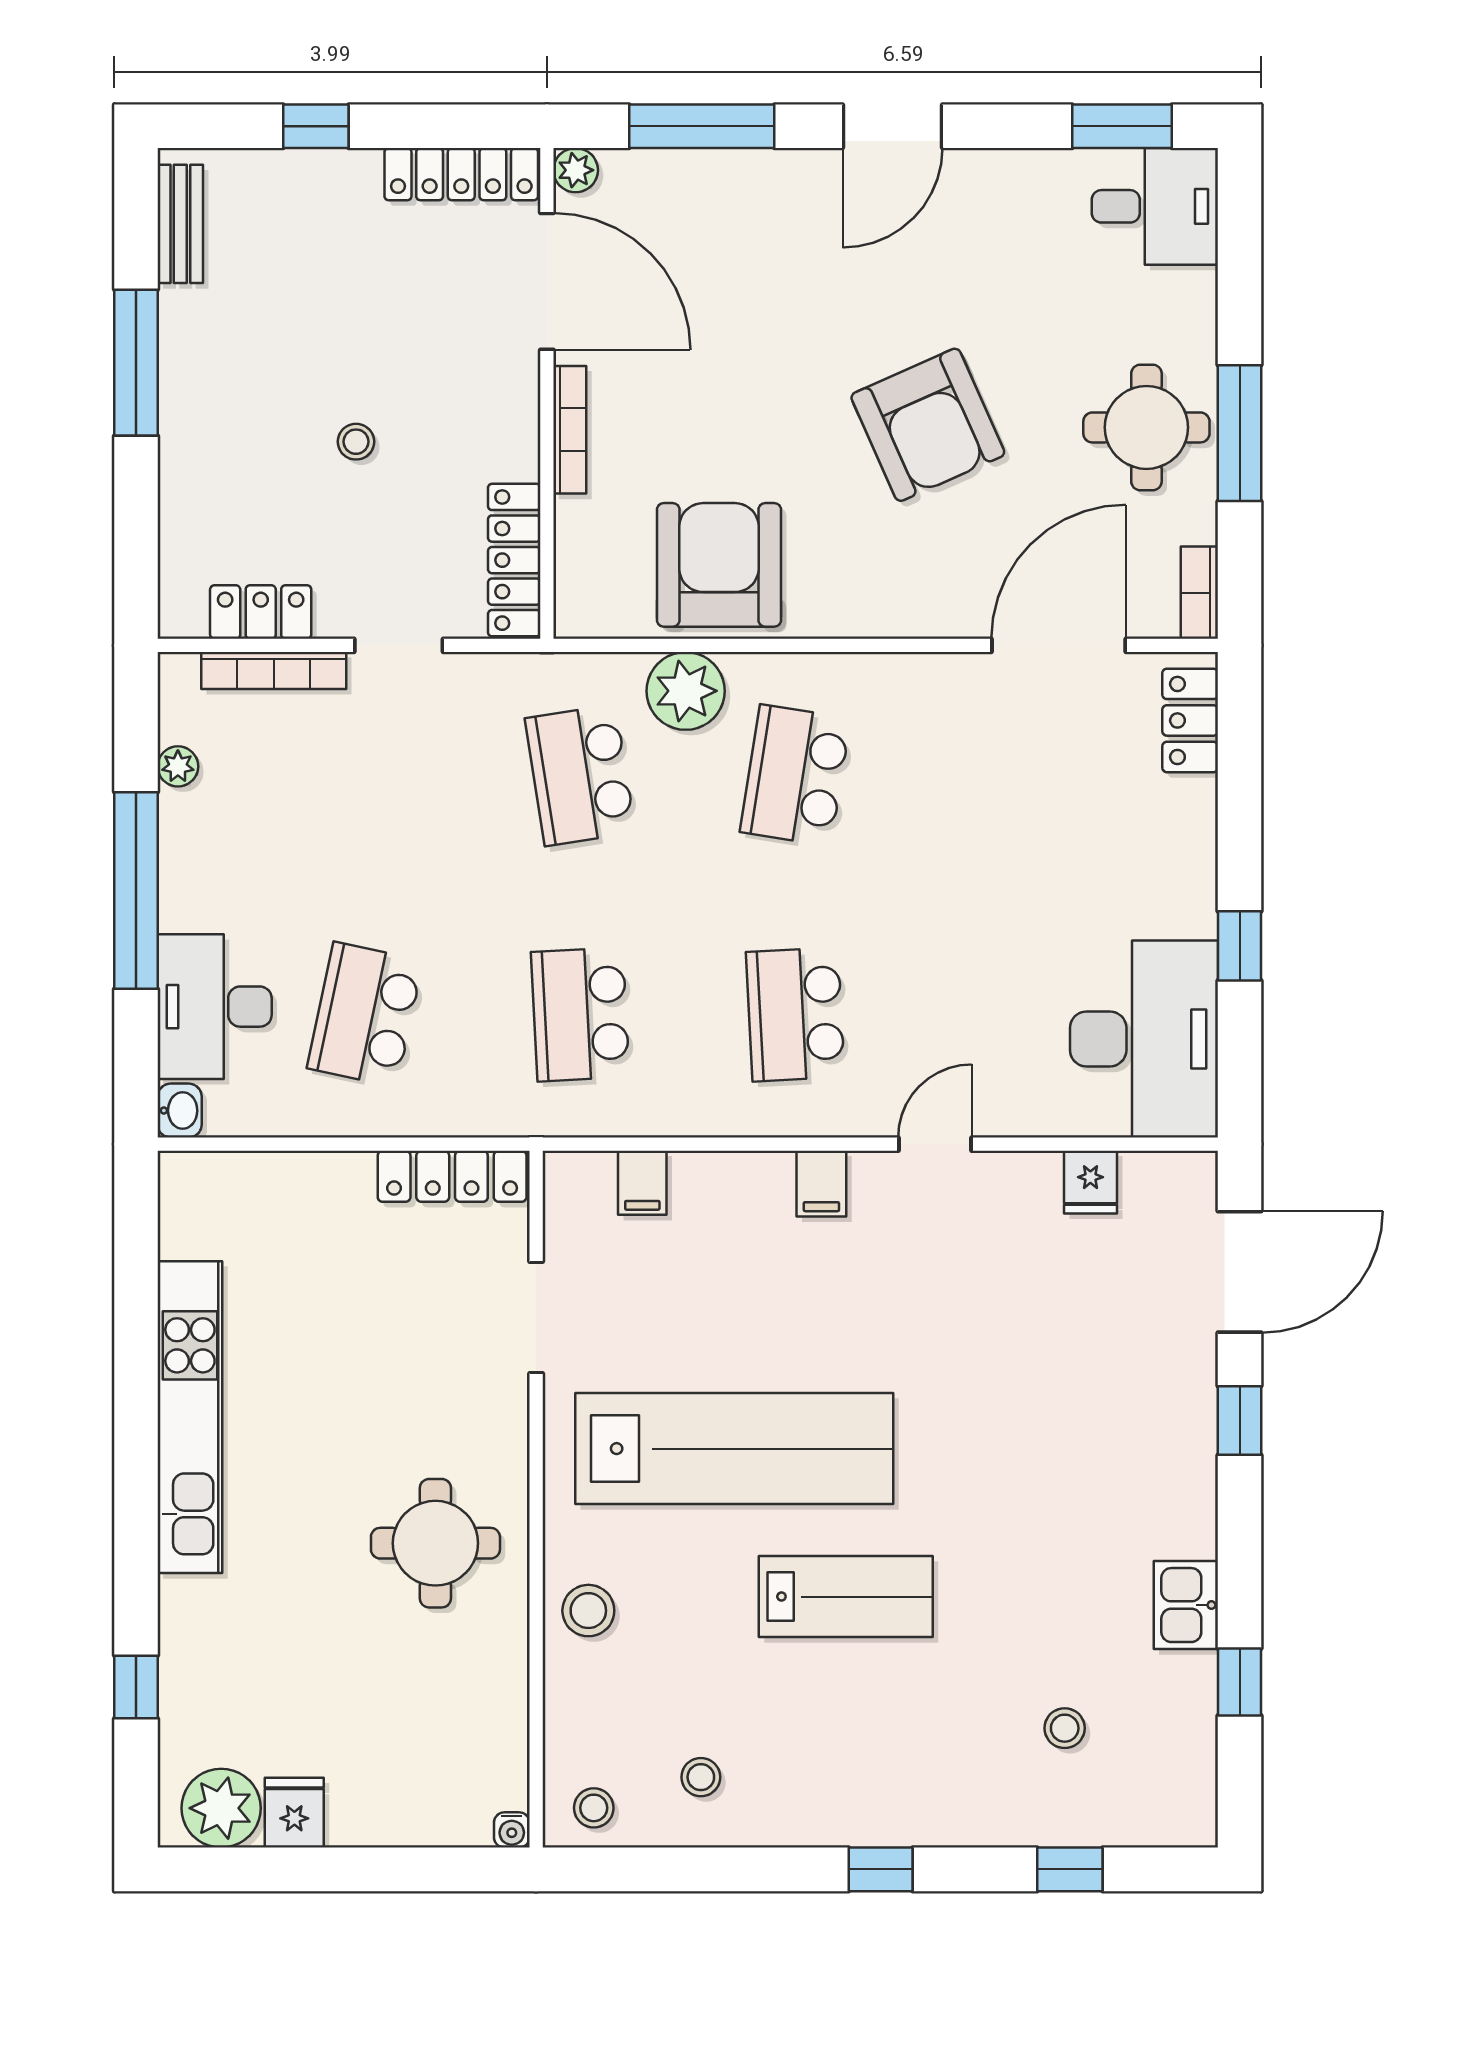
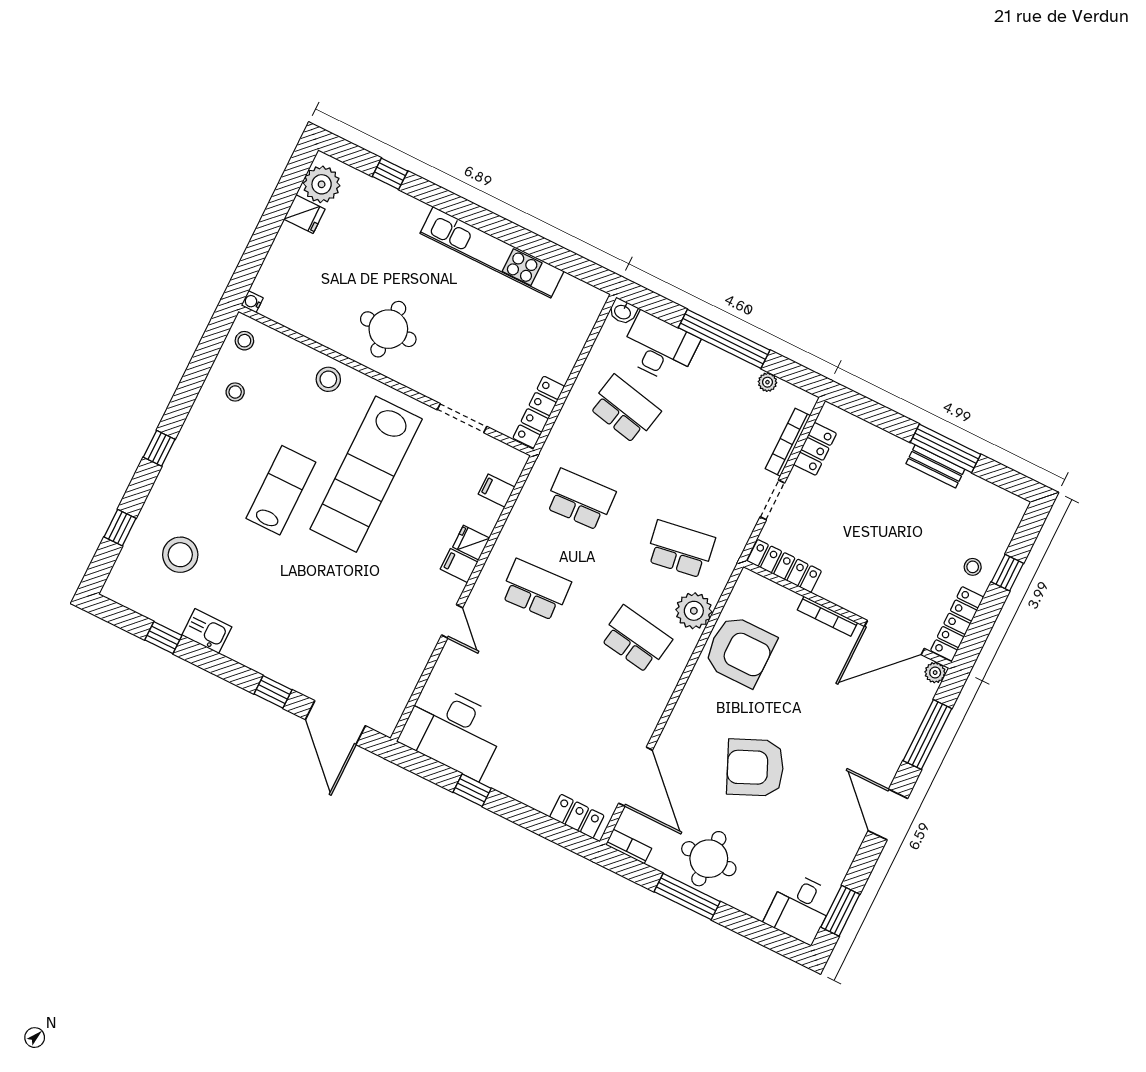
bench: (180, 224) -> (935, 466), moved
stool: (356, 442) -> (973, 567), moved
fridge: (1090, 1182) -> (471, 543), moved
lab bench: (846, 1597) -> (281, 490), turned 180
stool: (1065, 1728) -> (180, 555), width x1.89, depth x1.89

